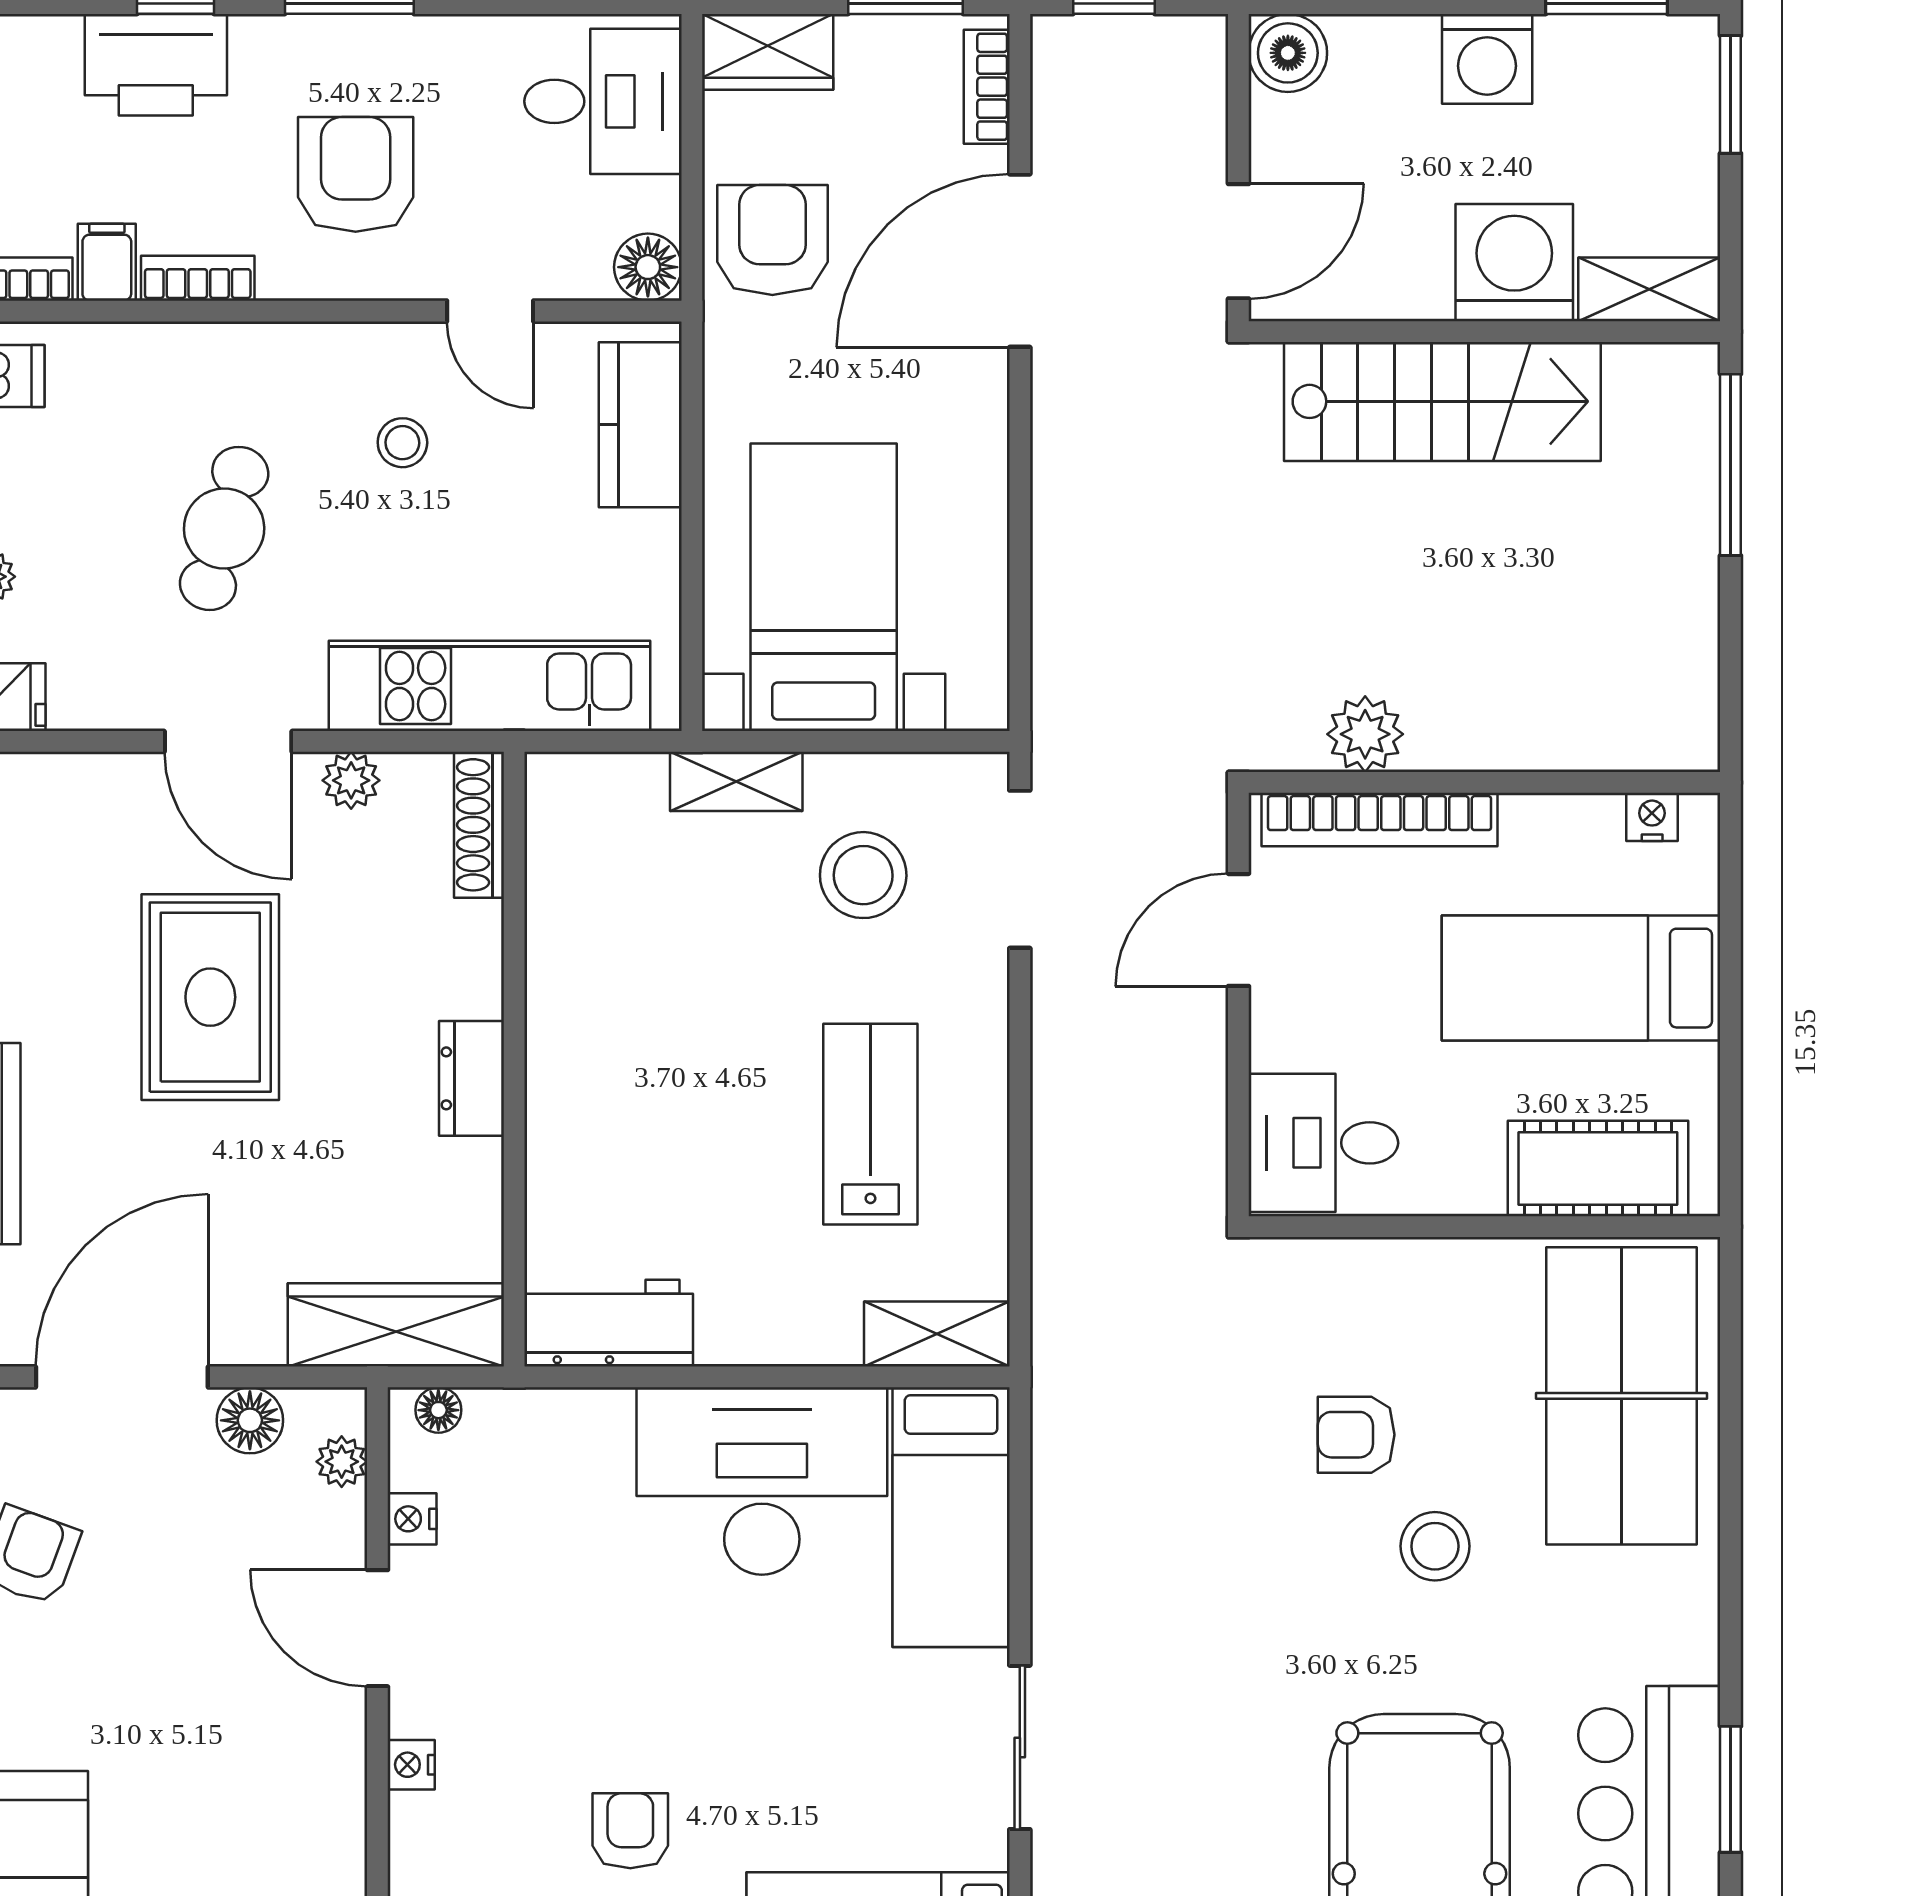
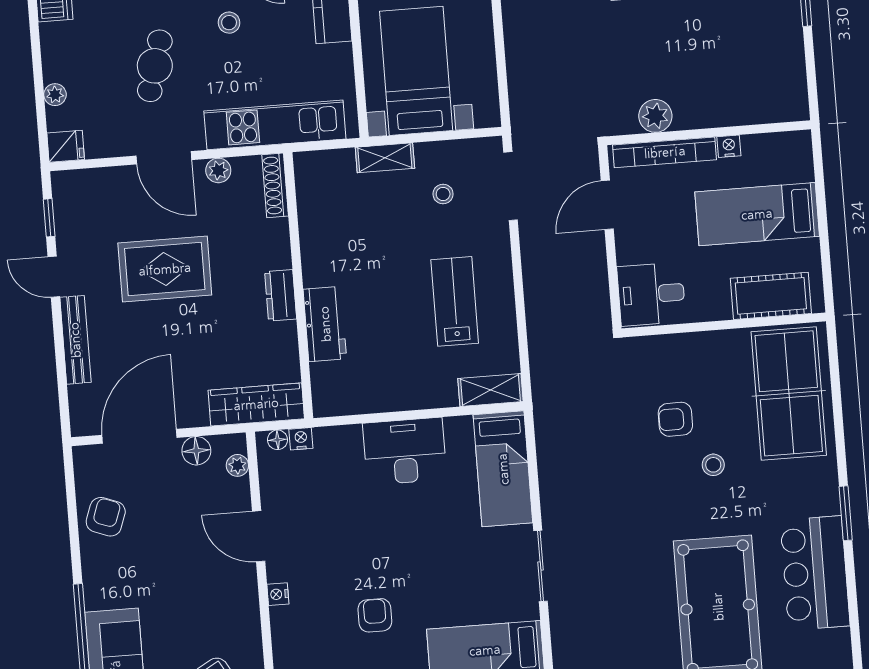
nightstand: (1652, 817) -> (729, 146), moved
stool: (863, 875) -> (443, 194), width x0.53, depth x0.53
rug: (210, 997) -> (165, 269), turned 90
workbench: (609, 1323) -> (325, 324), moved, turned 90
desk: (762, 1481) -> (405, 451), width x0.73, depth x0.77
nightstand: (412, 1519) -> (301, 439), moved, turned 90
stool: (1435, 1546) -> (713, 465), width x0.73, depth x0.73
window: (1730, 1789) -> (846, 513), moved

